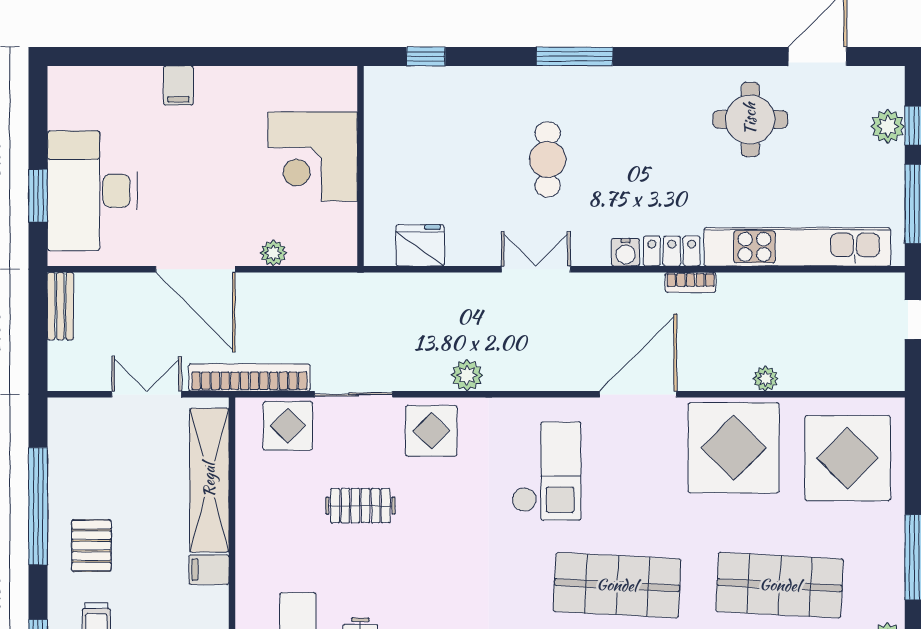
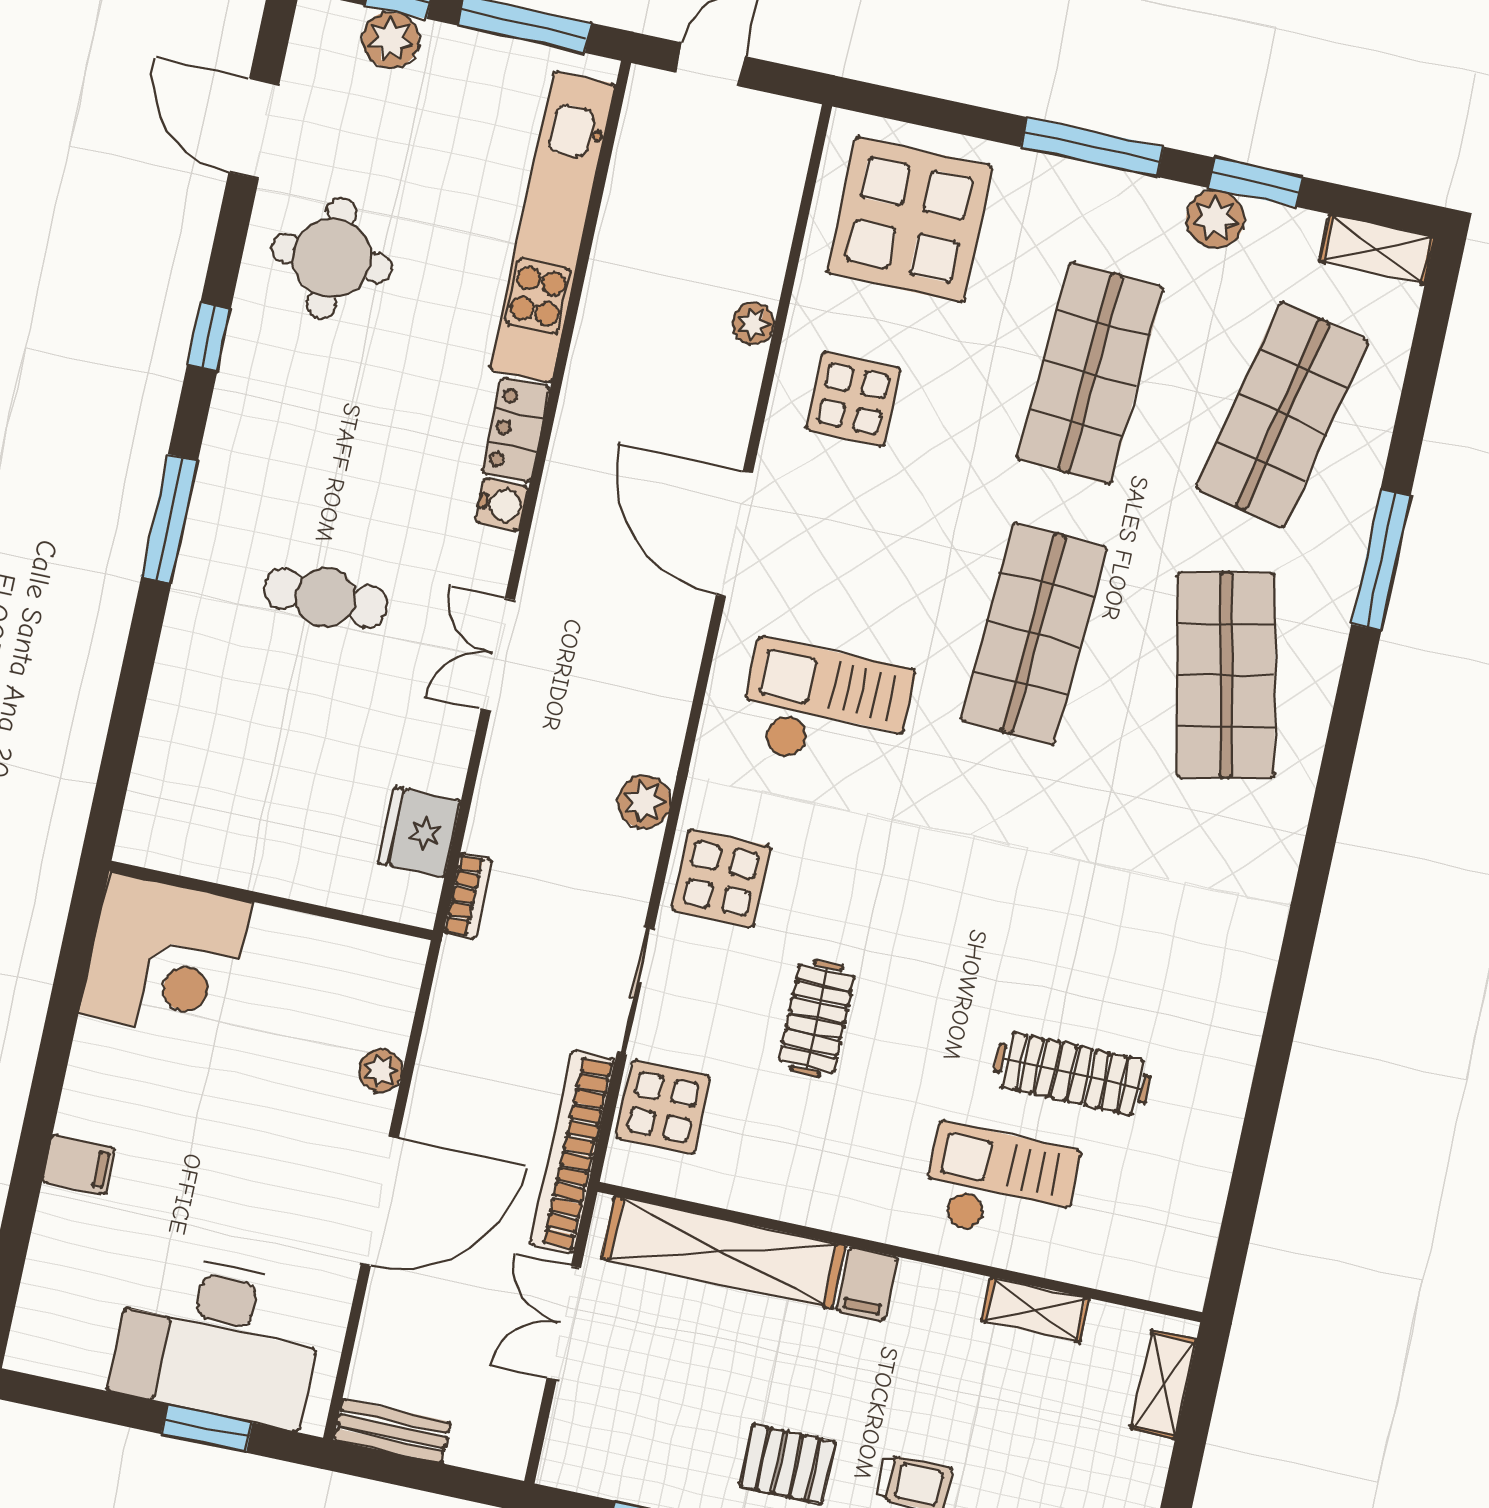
window: (426, 56) -> (209, 337), moved
corner desk: (313, 157) -> (165, 958), moved
bookcase: (691, 282) -> (468, 896), moved
display table: (734, 448) -> (853, 399), width x0.54, depth x0.54

